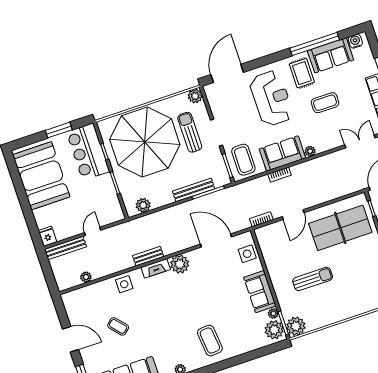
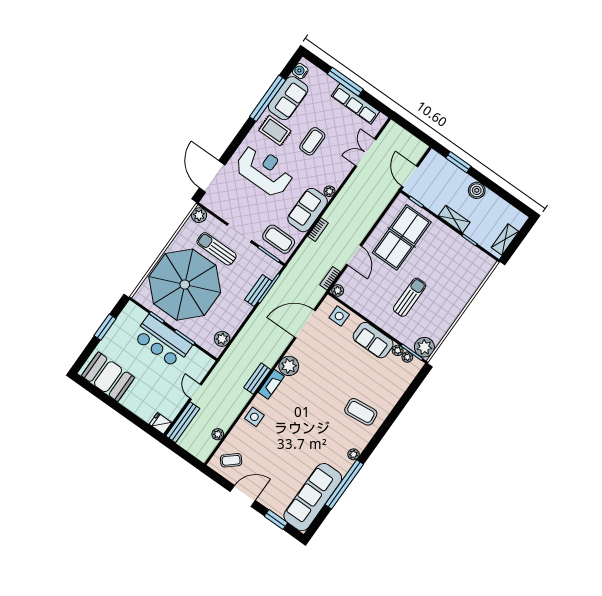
bar counter: (88, 152) -> (162, 341), moved
booth: (41, 176) -> (108, 377), width x0.73, depth x0.70
bench: (194, 190) -> (258, 290), width x0.73
plant: (260, 233) -> (338, 290), added
coffee table: (118, 326) -> (231, 460), moved
plant: (274, 330) -> (407, 357), width x0.53, depth x0.53

